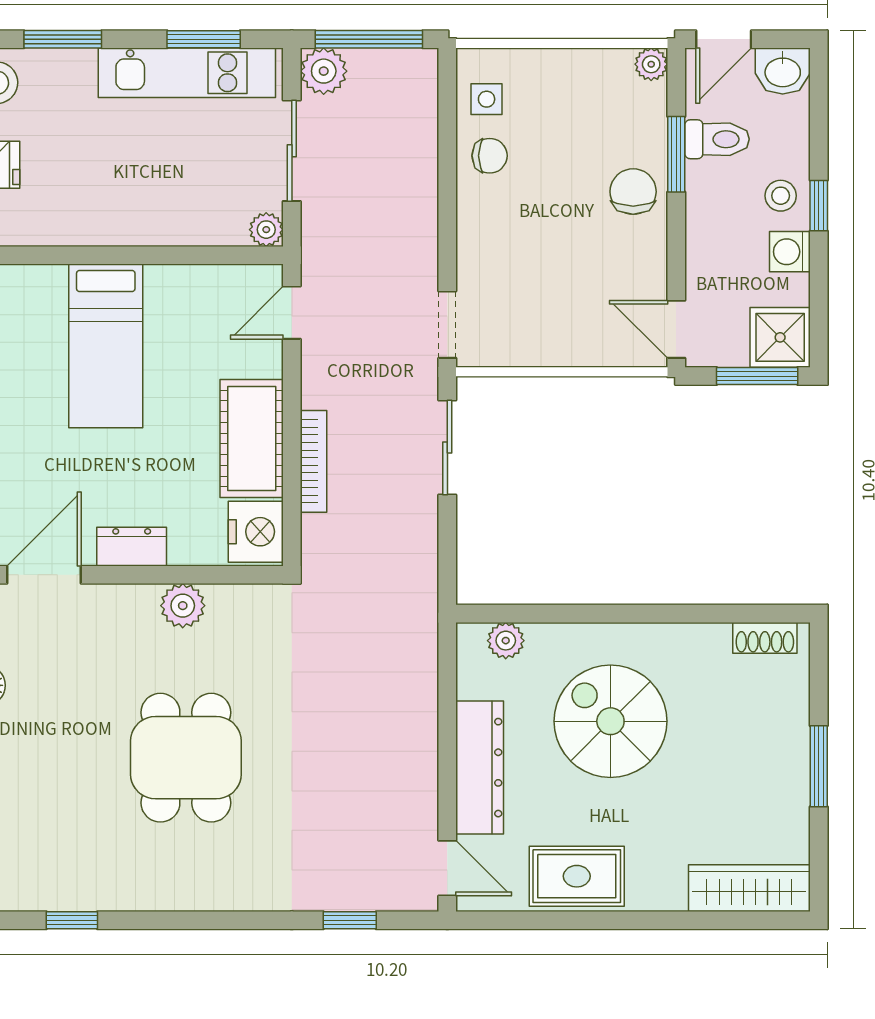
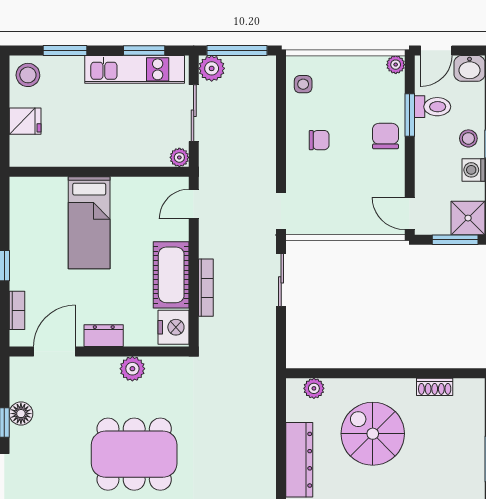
chair: (490, 156) -> (319, 140), moved
shoe rack: (765, 638) -> (435, 387), moved
dining table: (186, 758) -> (134, 454), width x1.38

